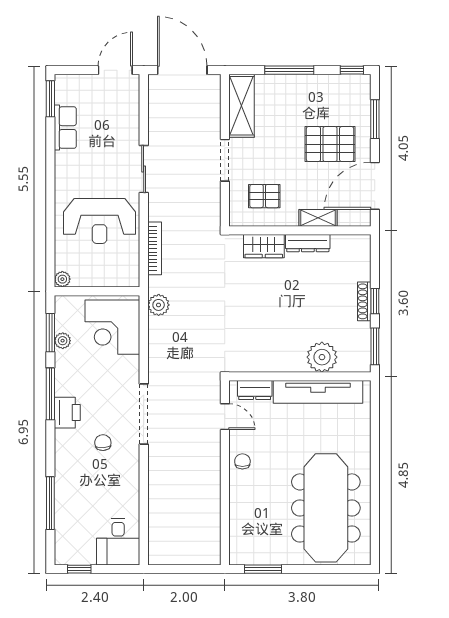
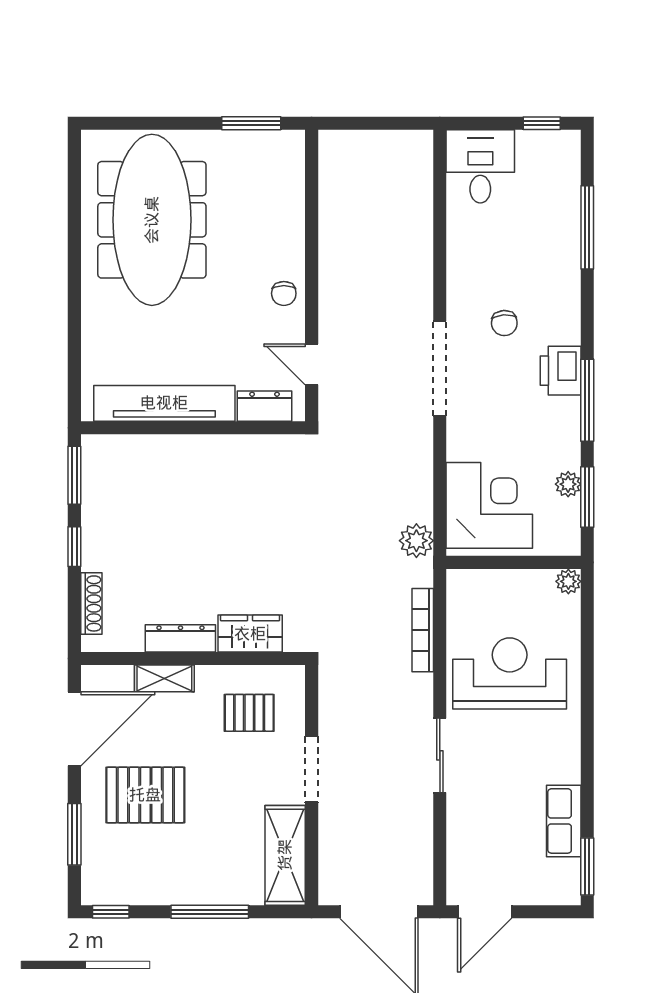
shoe rack: (364, 301) -> (91, 603), moved
plant: (322, 357) -> (158, 458), removed

